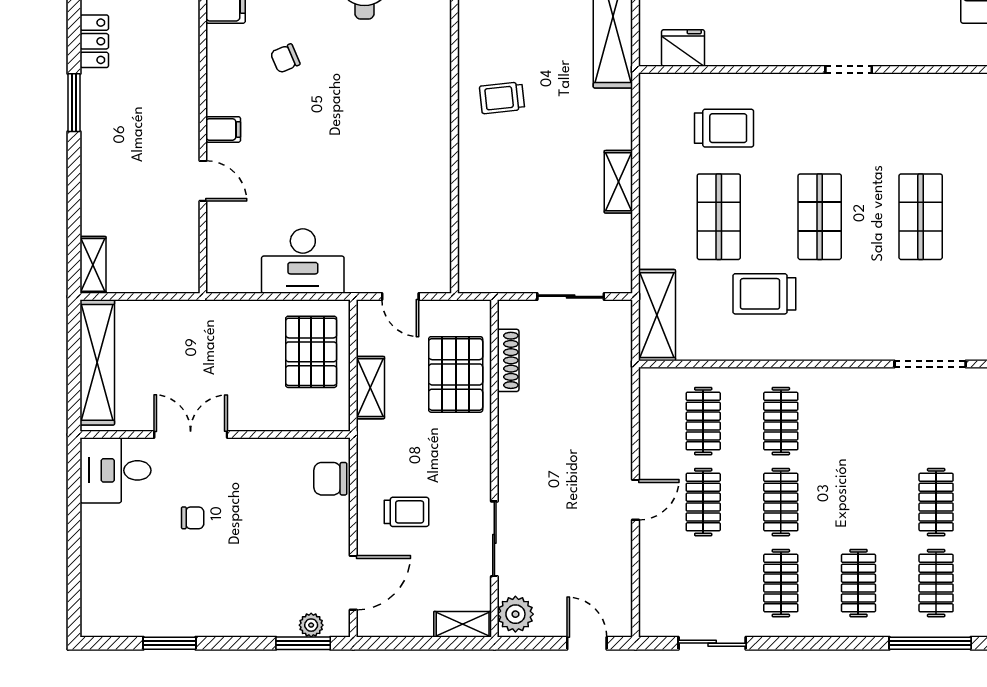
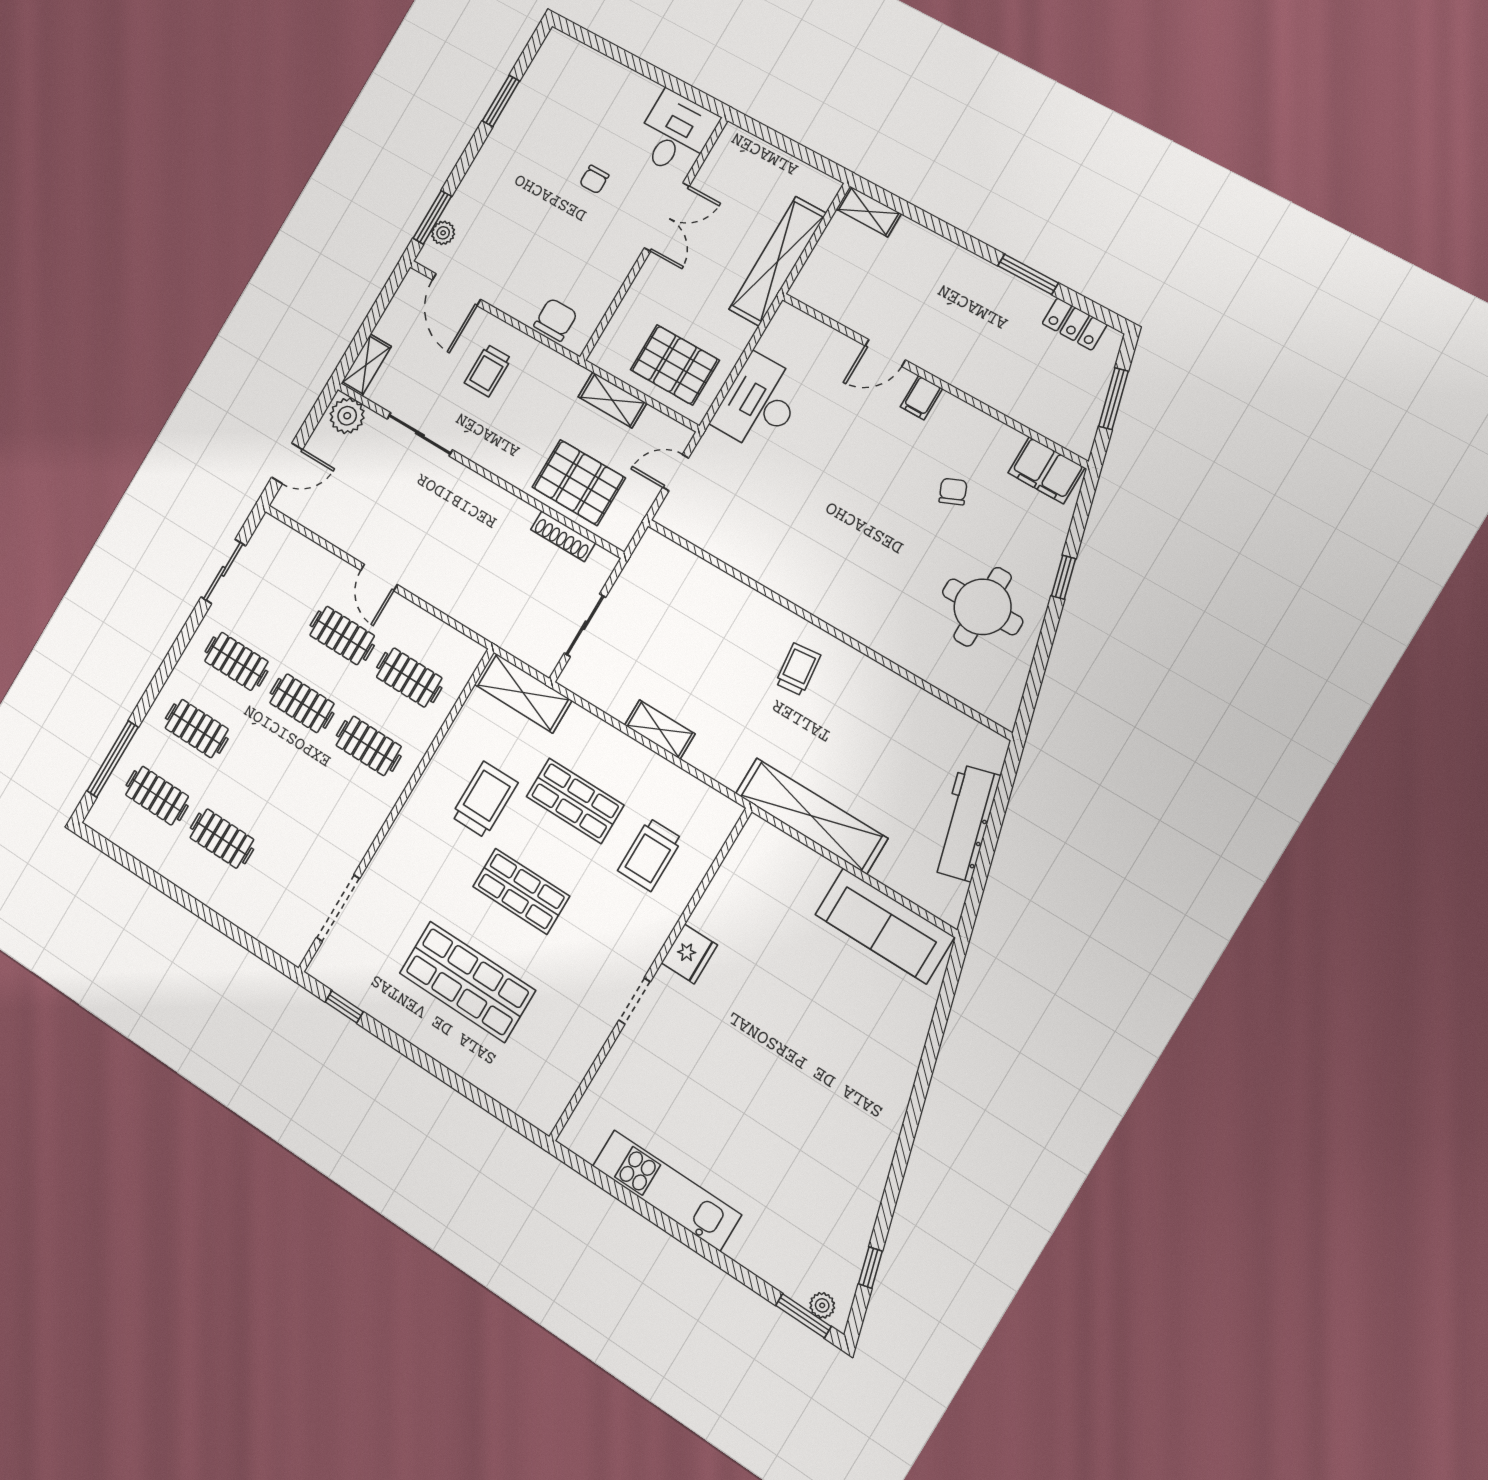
fridge: (683, 48) -> (689, 954), moved
shop shelf: (921, 217) -> (467, 982), width x1.43, depth x1.36
shelving: (97, 362) -> (778, 261), moved, turned 90

